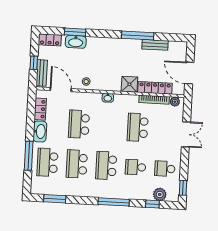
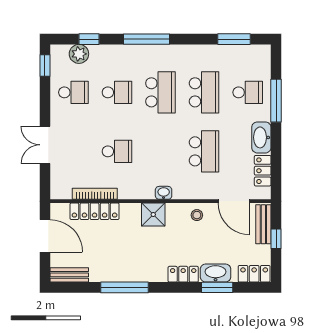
locker: (98, 42) -> (183, 274), added
bench: (155, 45) -> (69, 275), moved
shower: (129, 84) -> (153, 215), moved
plant: (175, 102) -> (64, 192), removed
school desk: (138, 127) -> (117, 151), width x0.54
school desk: (47, 162) -> (248, 92), width x0.54

